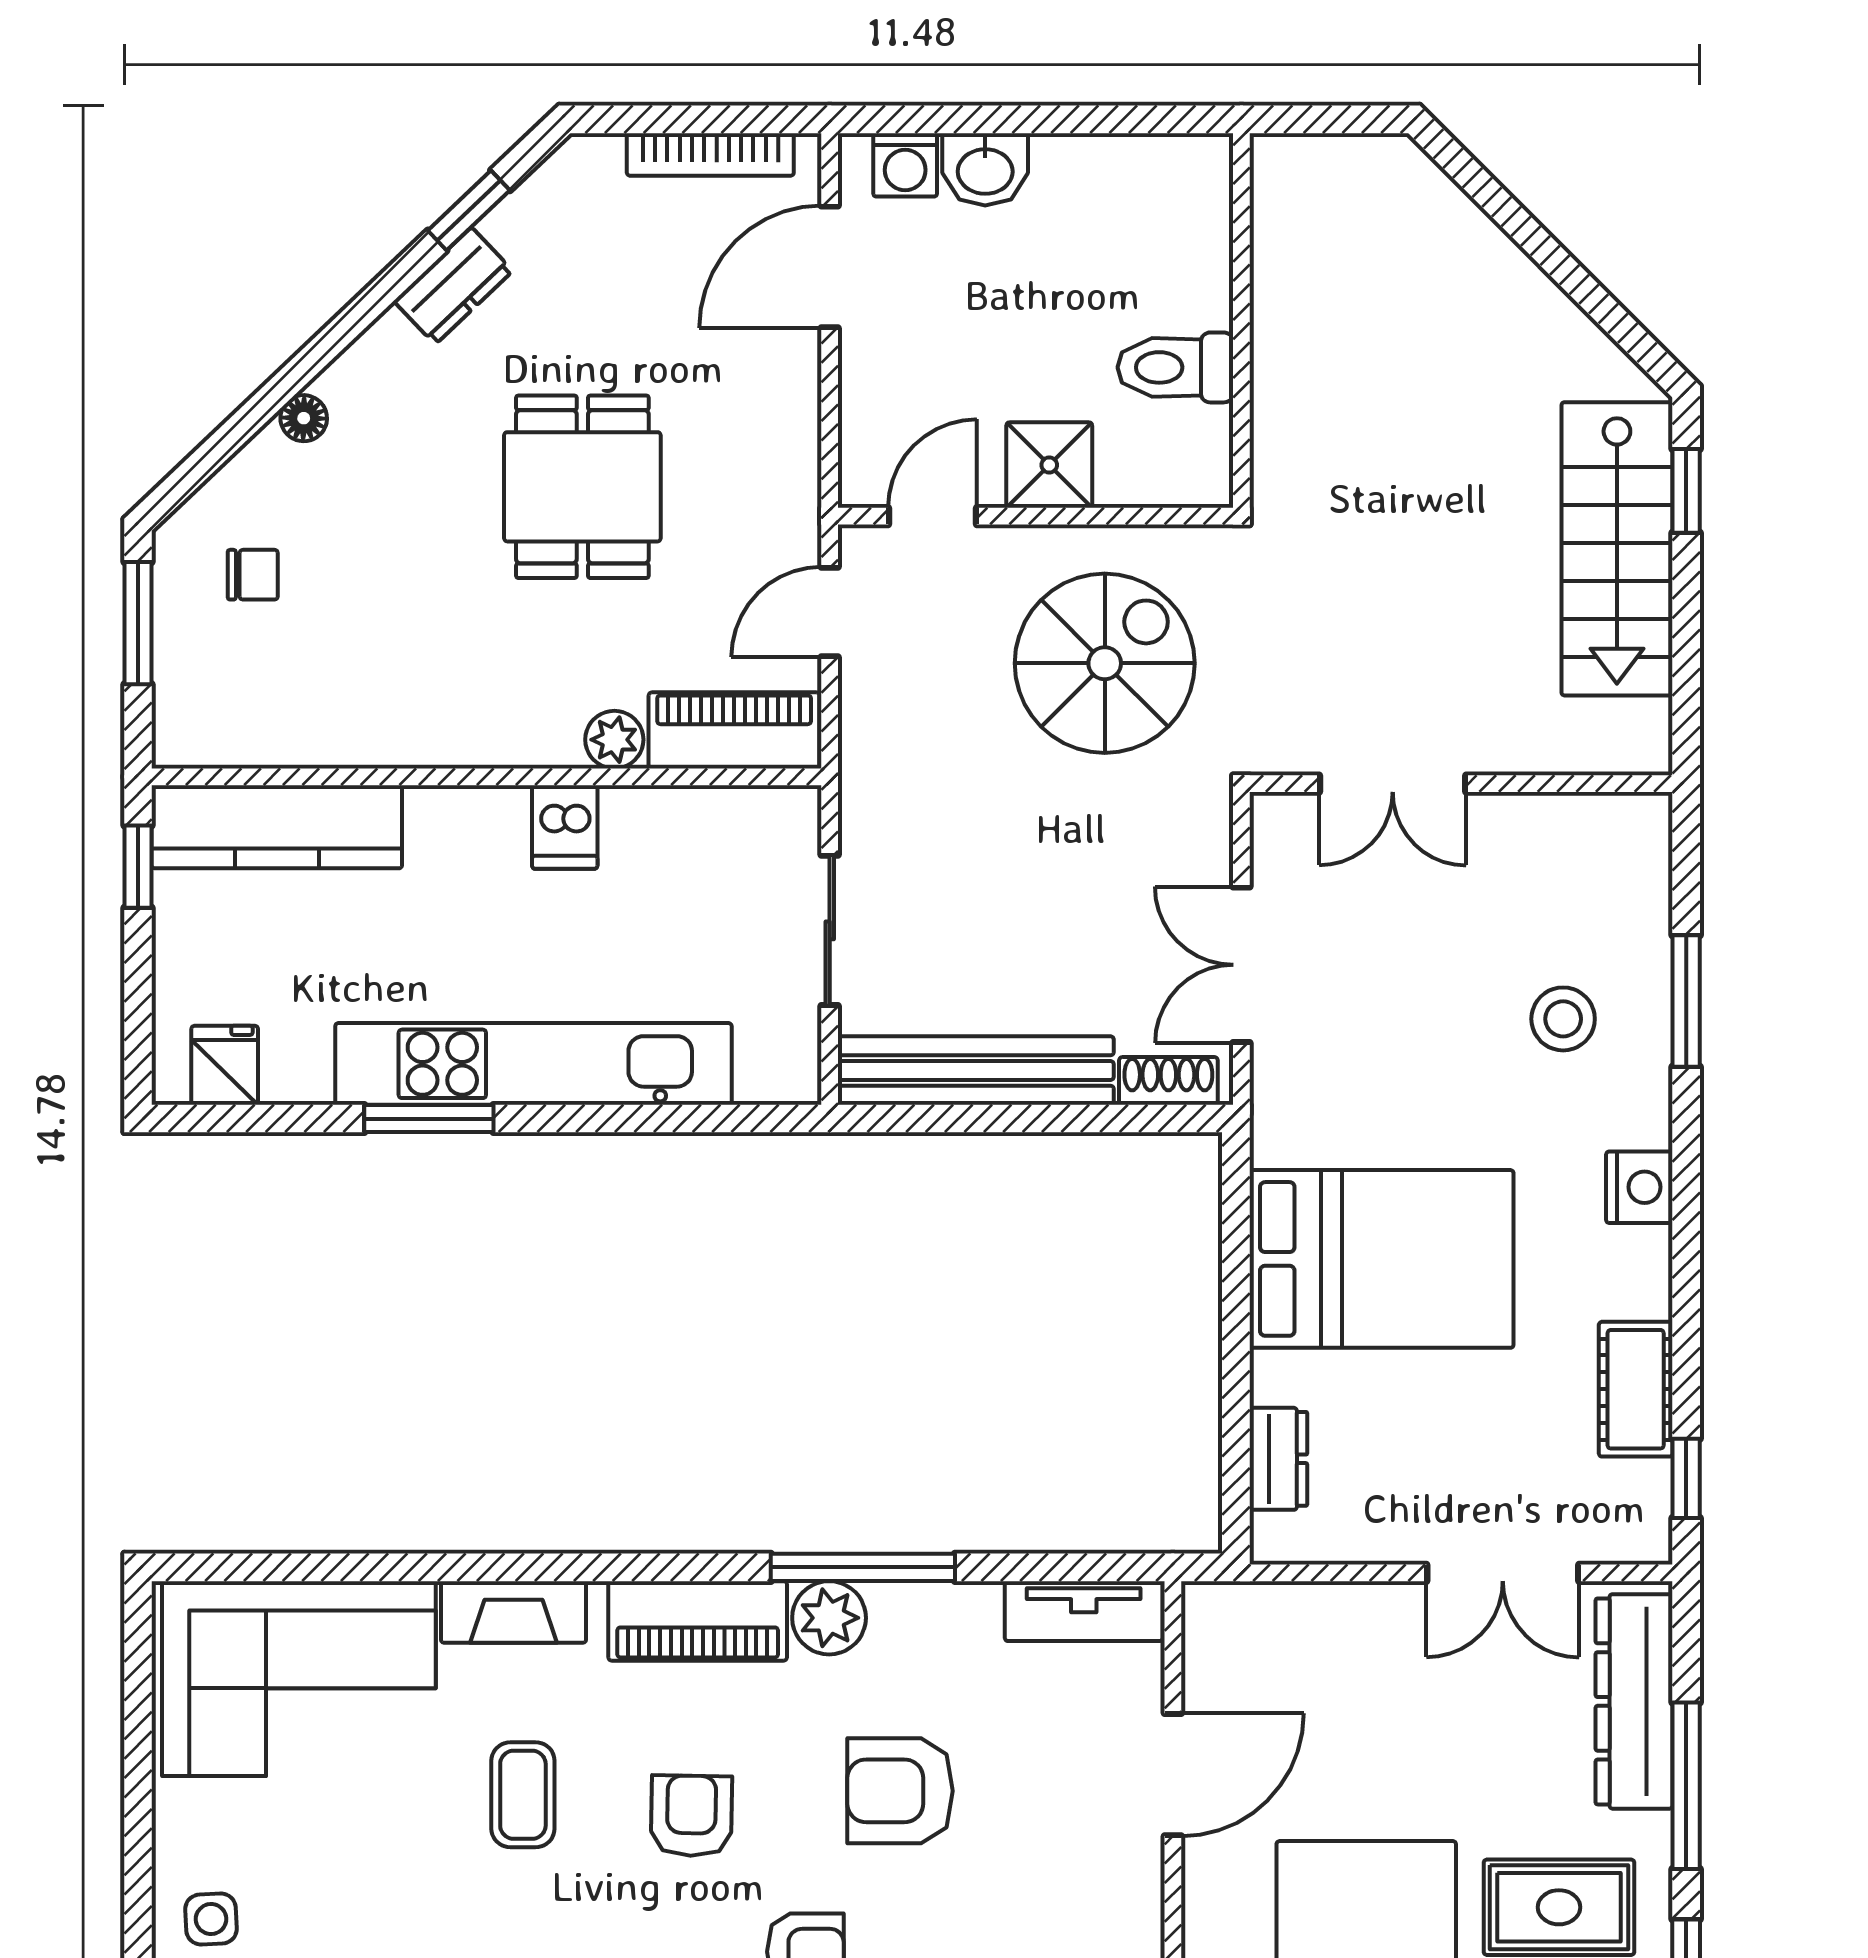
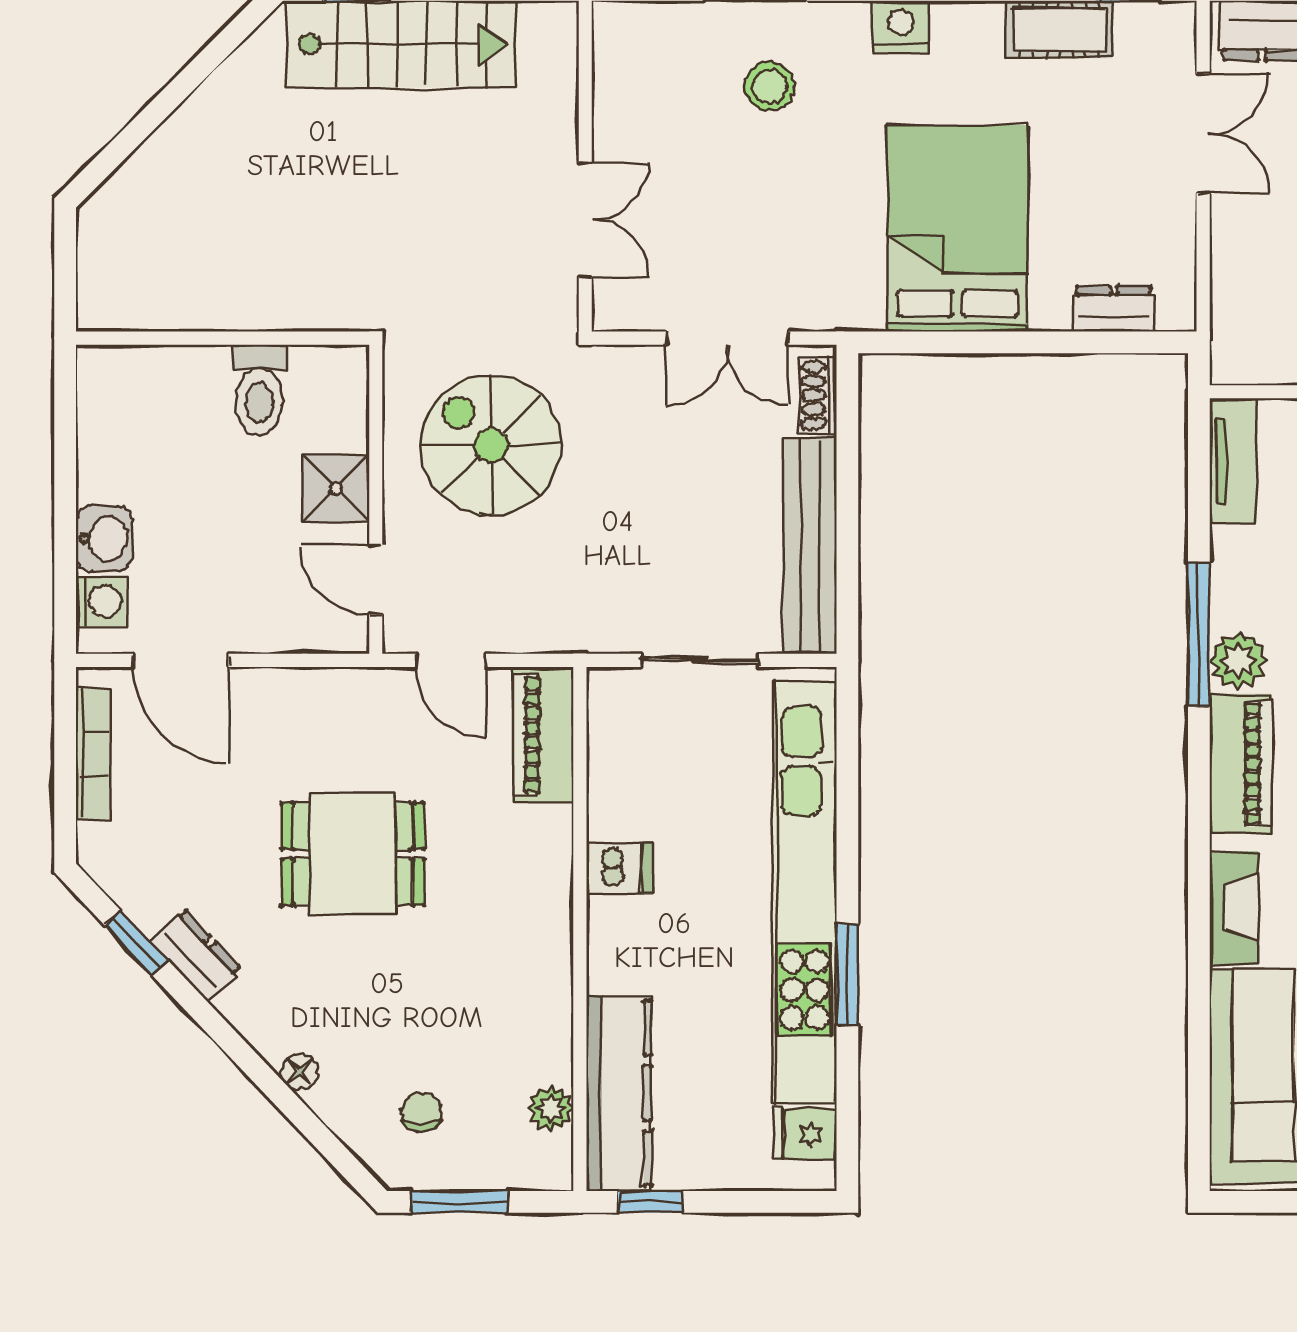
plant: (614, 740) -> (551, 1109), moved
kitchen unit: (533, 1064) -> (805, 892), width x1.36

